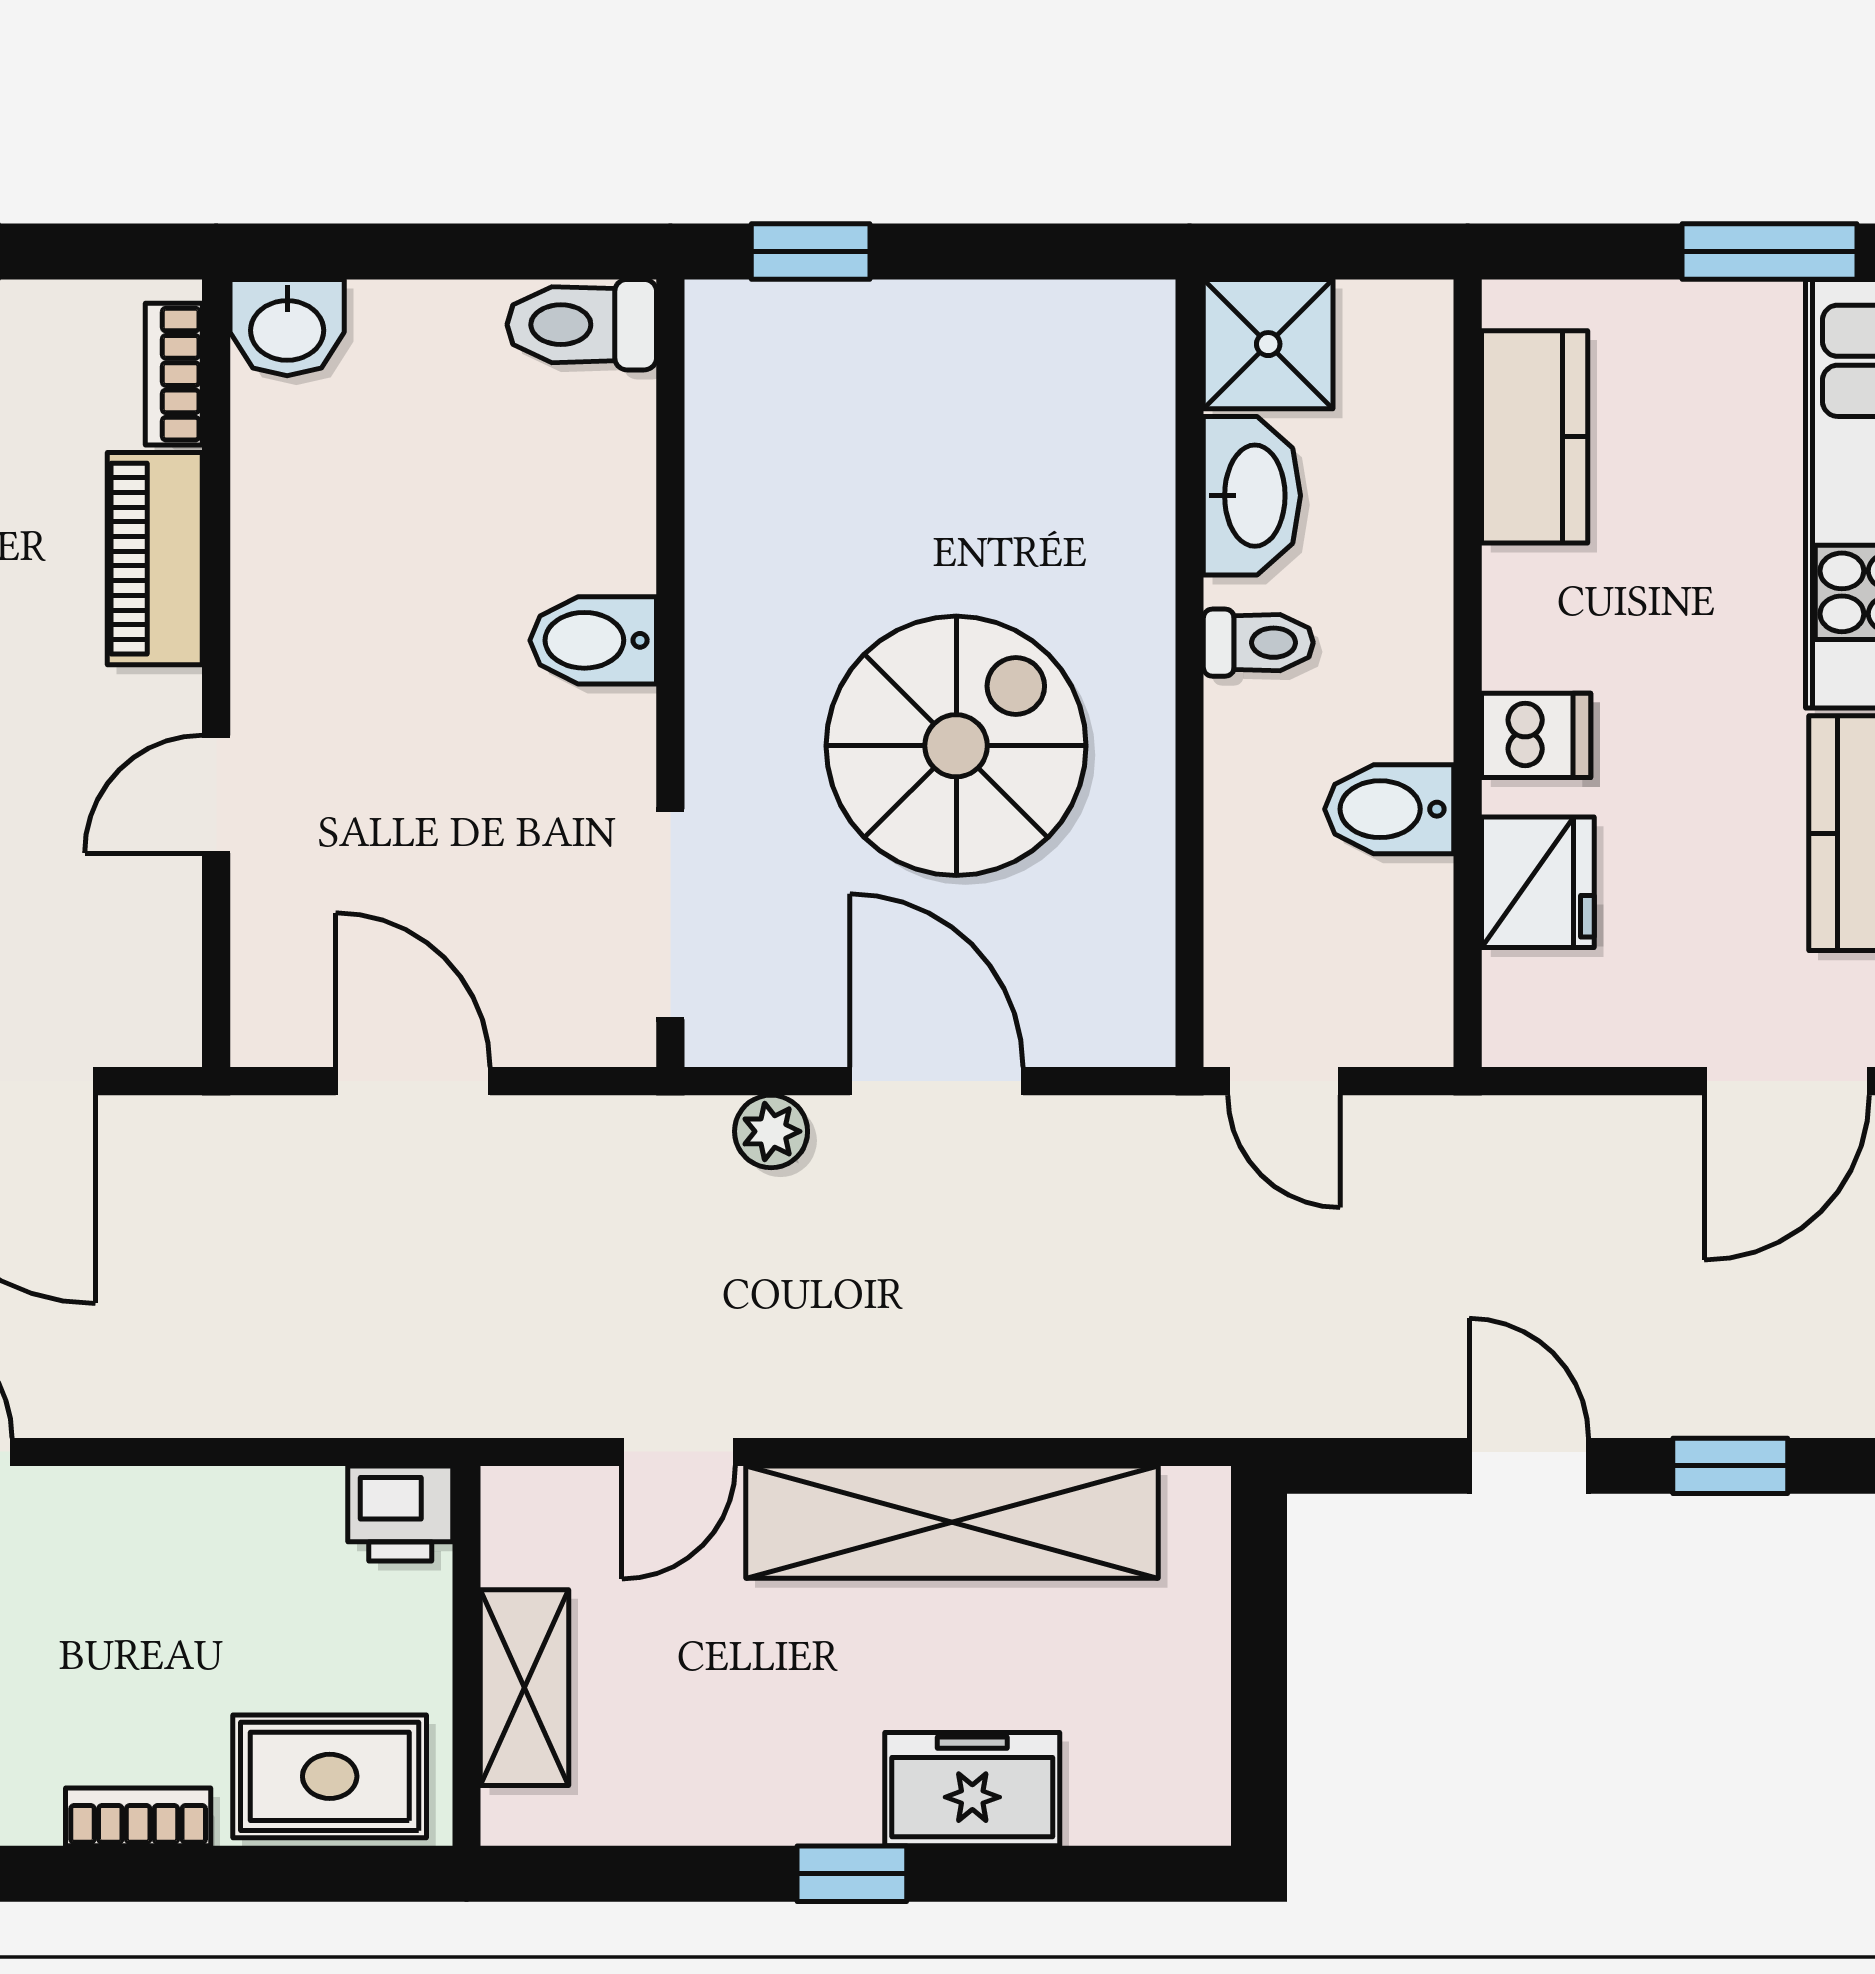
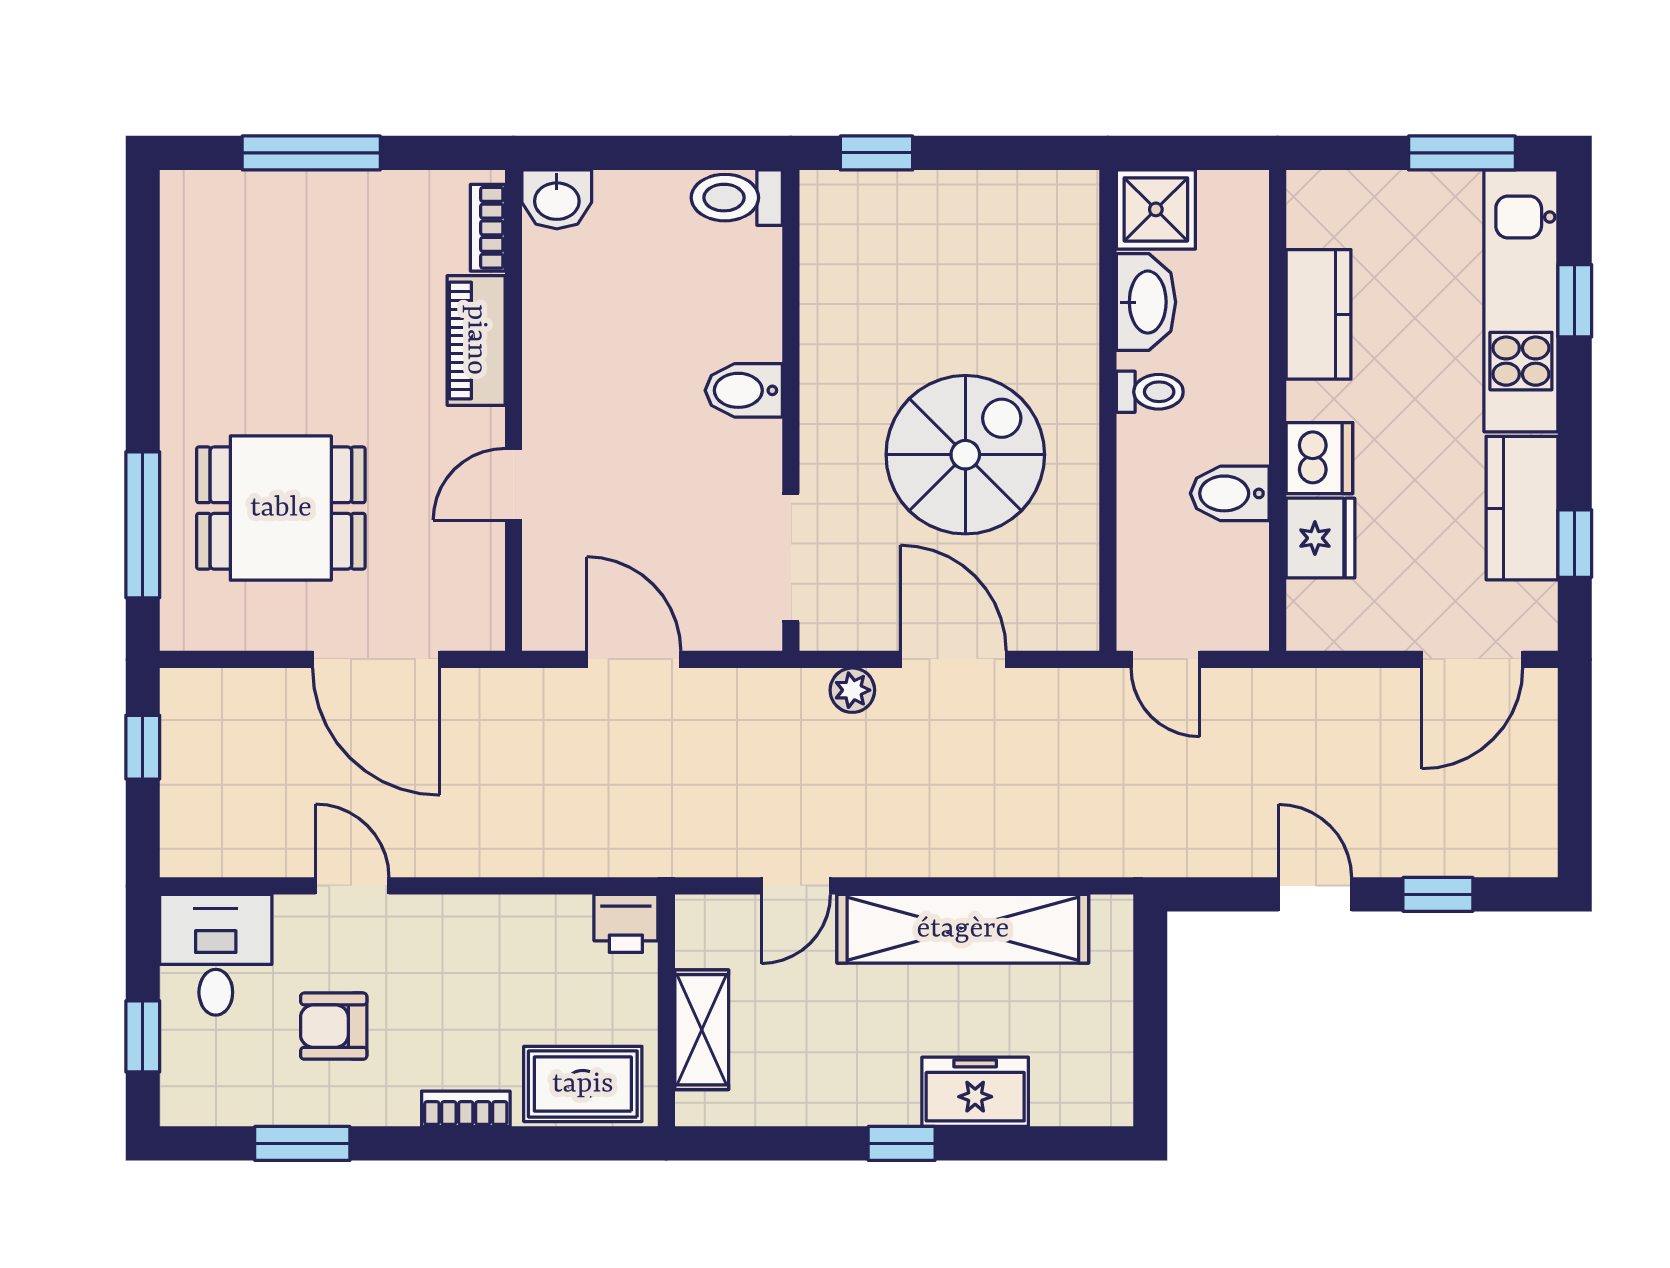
kitchen counter: (1535, 437) -> (1319, 314), moved
dishwasher: (1536, 735) -> (1319, 458), width x1.38

